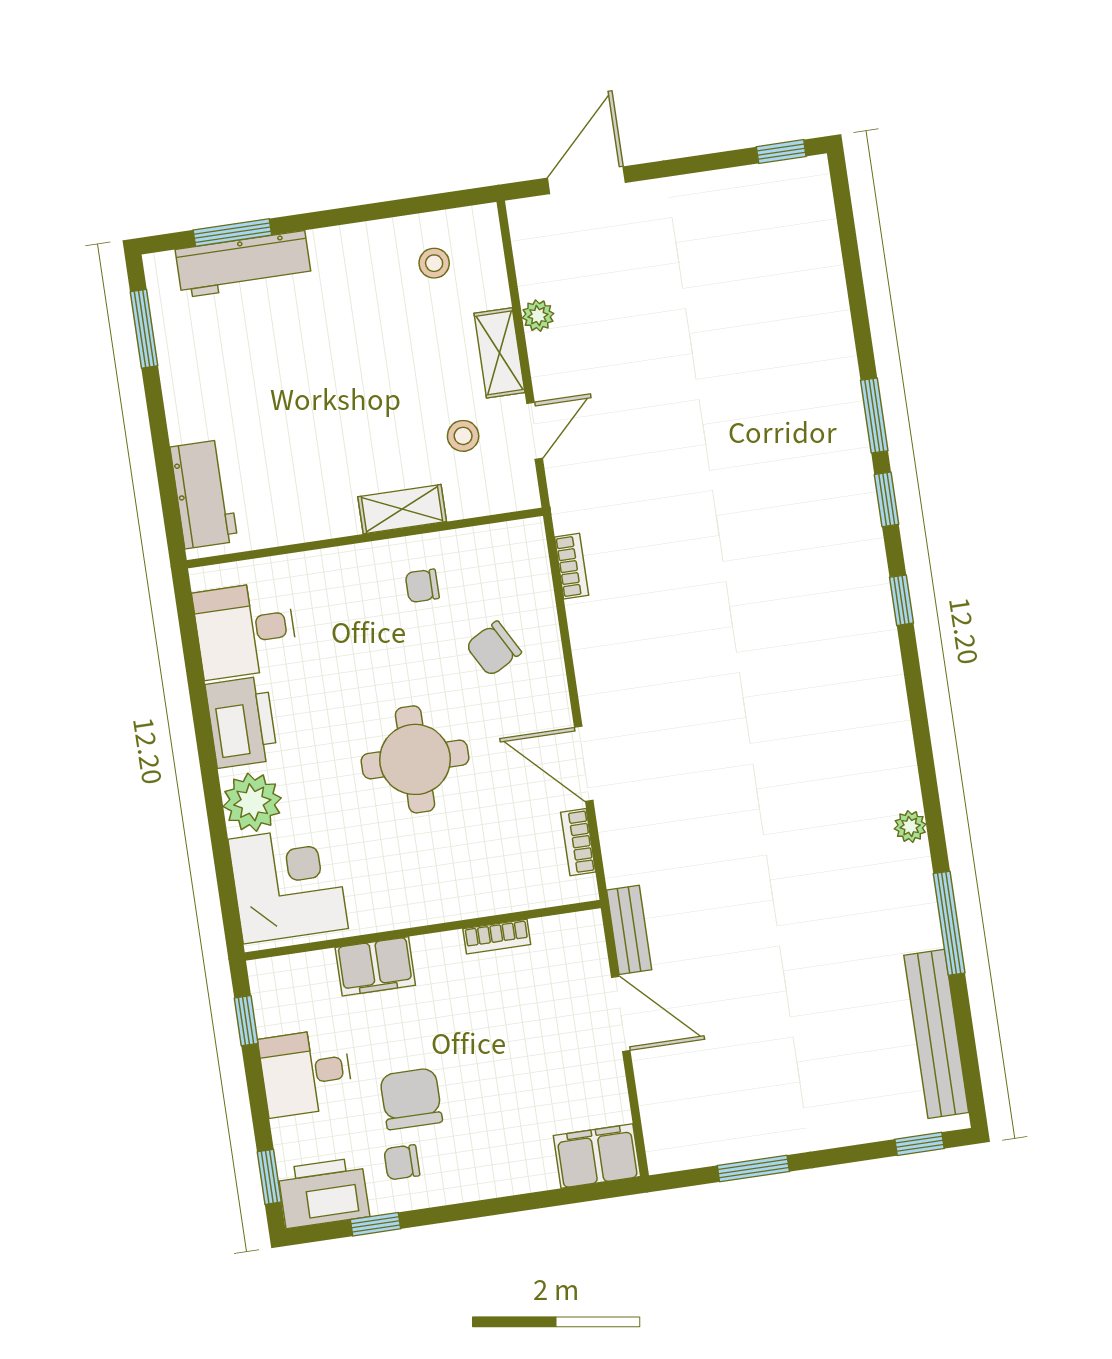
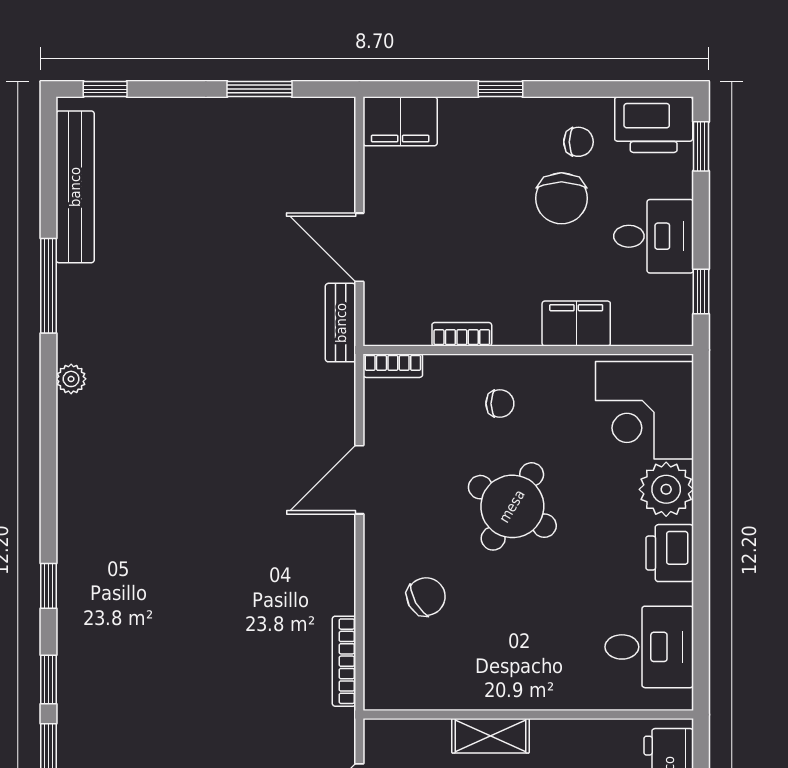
bookcase: (572, 566) -> (344, 661), width x1.56
chair: (422, 586) -> (500, 404), moved
printer: (242, 722) -> (670, 553), width x0.73, depth x0.84
round table: (415, 759) -> (512, 506), turned 31
door: (584, 764) -> (359, 480), swing flipped
bookcase: (578, 842) -> (393, 366), moved, turned 90
window: (375, 1224) -> (500, 89), moved

